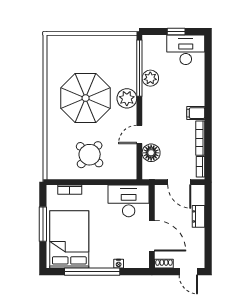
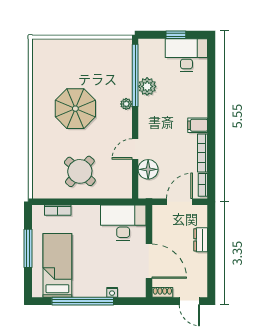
parasol: (86, 98) -> (75, 109), width x0.73, depth x0.73
plant: (127, 98) -> (126, 104), width x0.53, depth x0.53
door: (179, 182) -> (179, 202), swing flipped
bed: (69, 239) -> (57, 265), width x0.67

